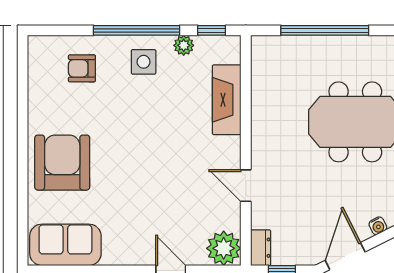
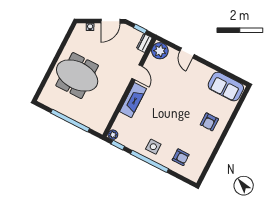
plant: (184, 45) -> (113, 135), moved
fireplace: (227, 100) -> (133, 100), moved
armchair: (62, 163) -> (209, 122), width x0.53, depth x0.53

